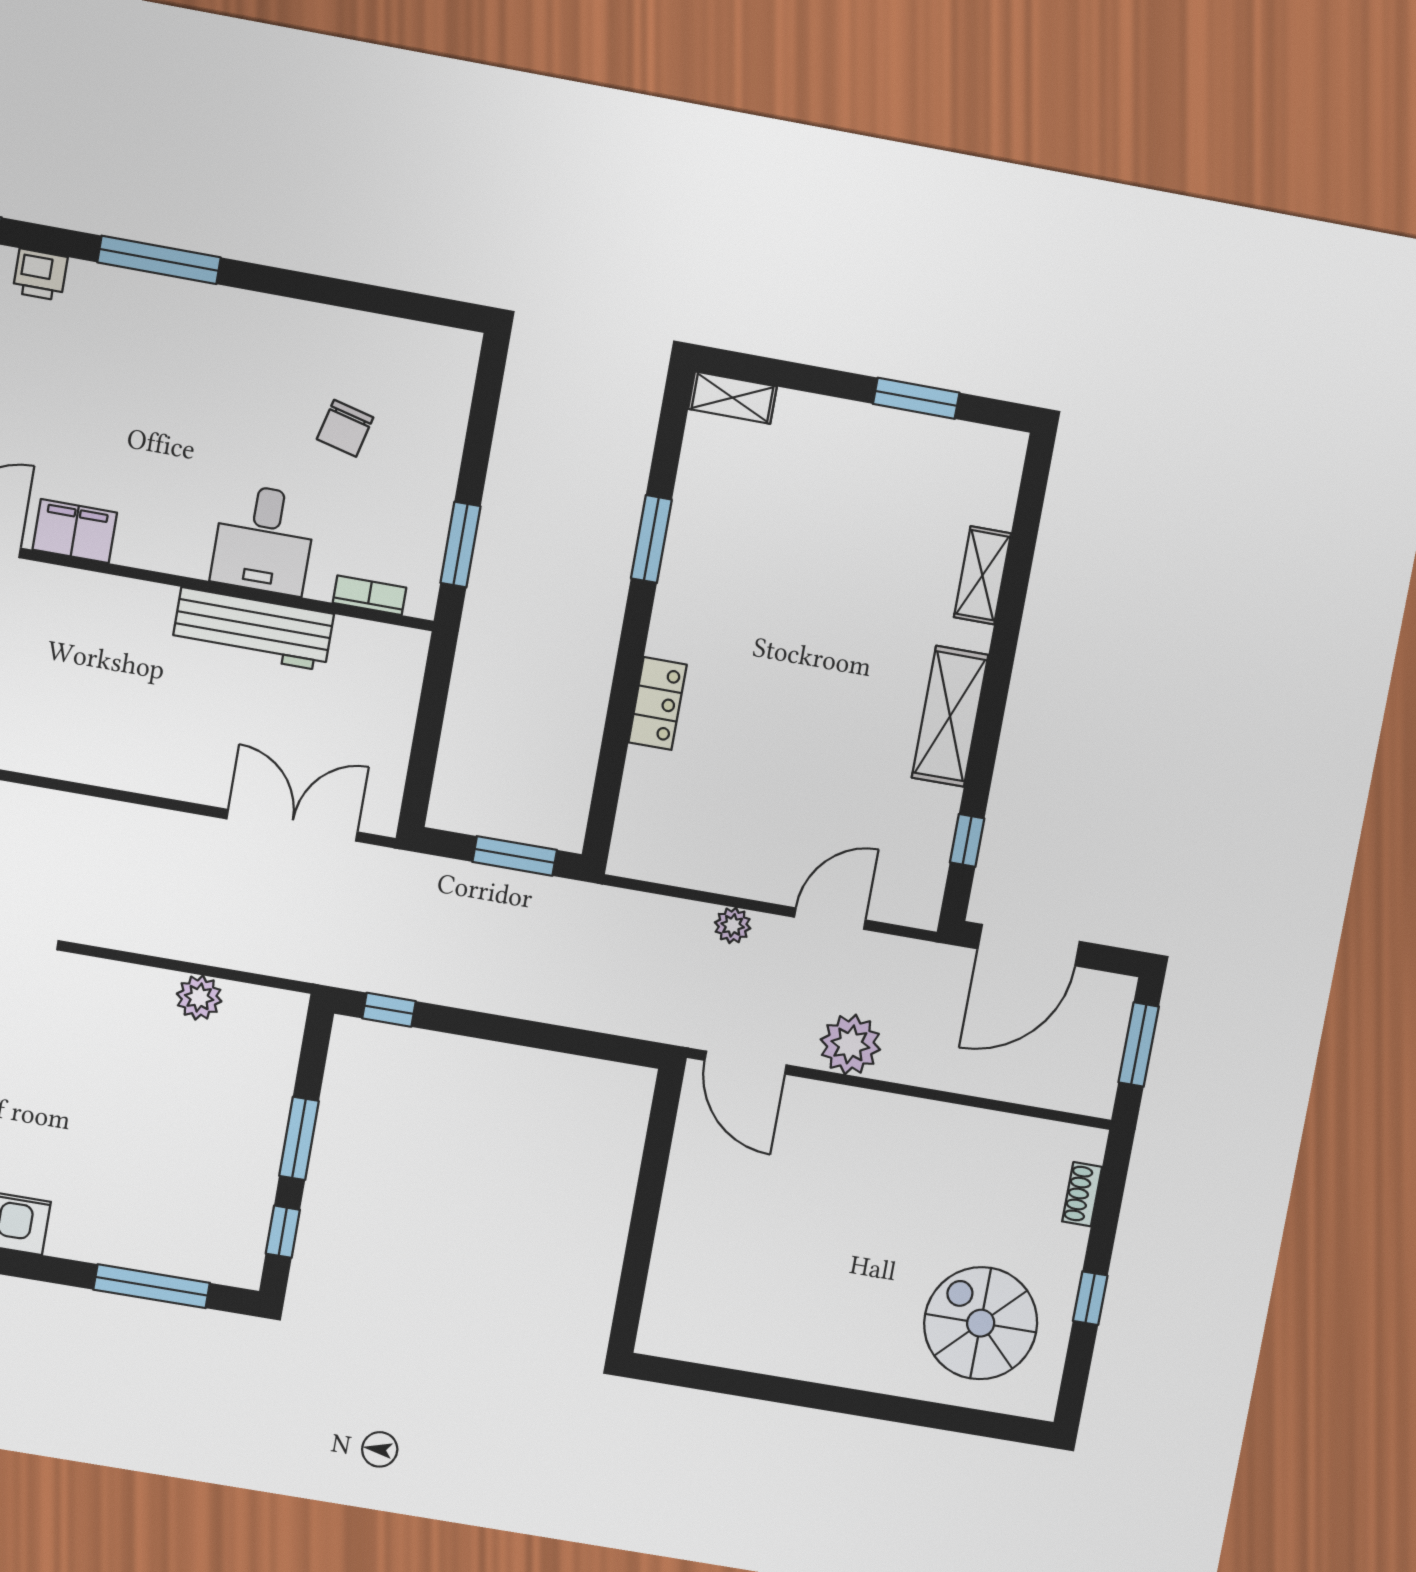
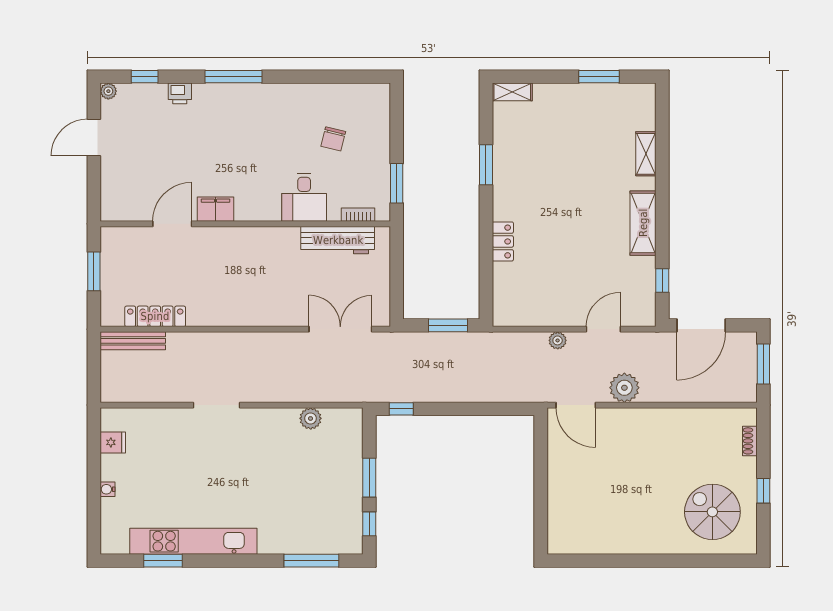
workbench: (253, 629) -> (338, 240), moved

